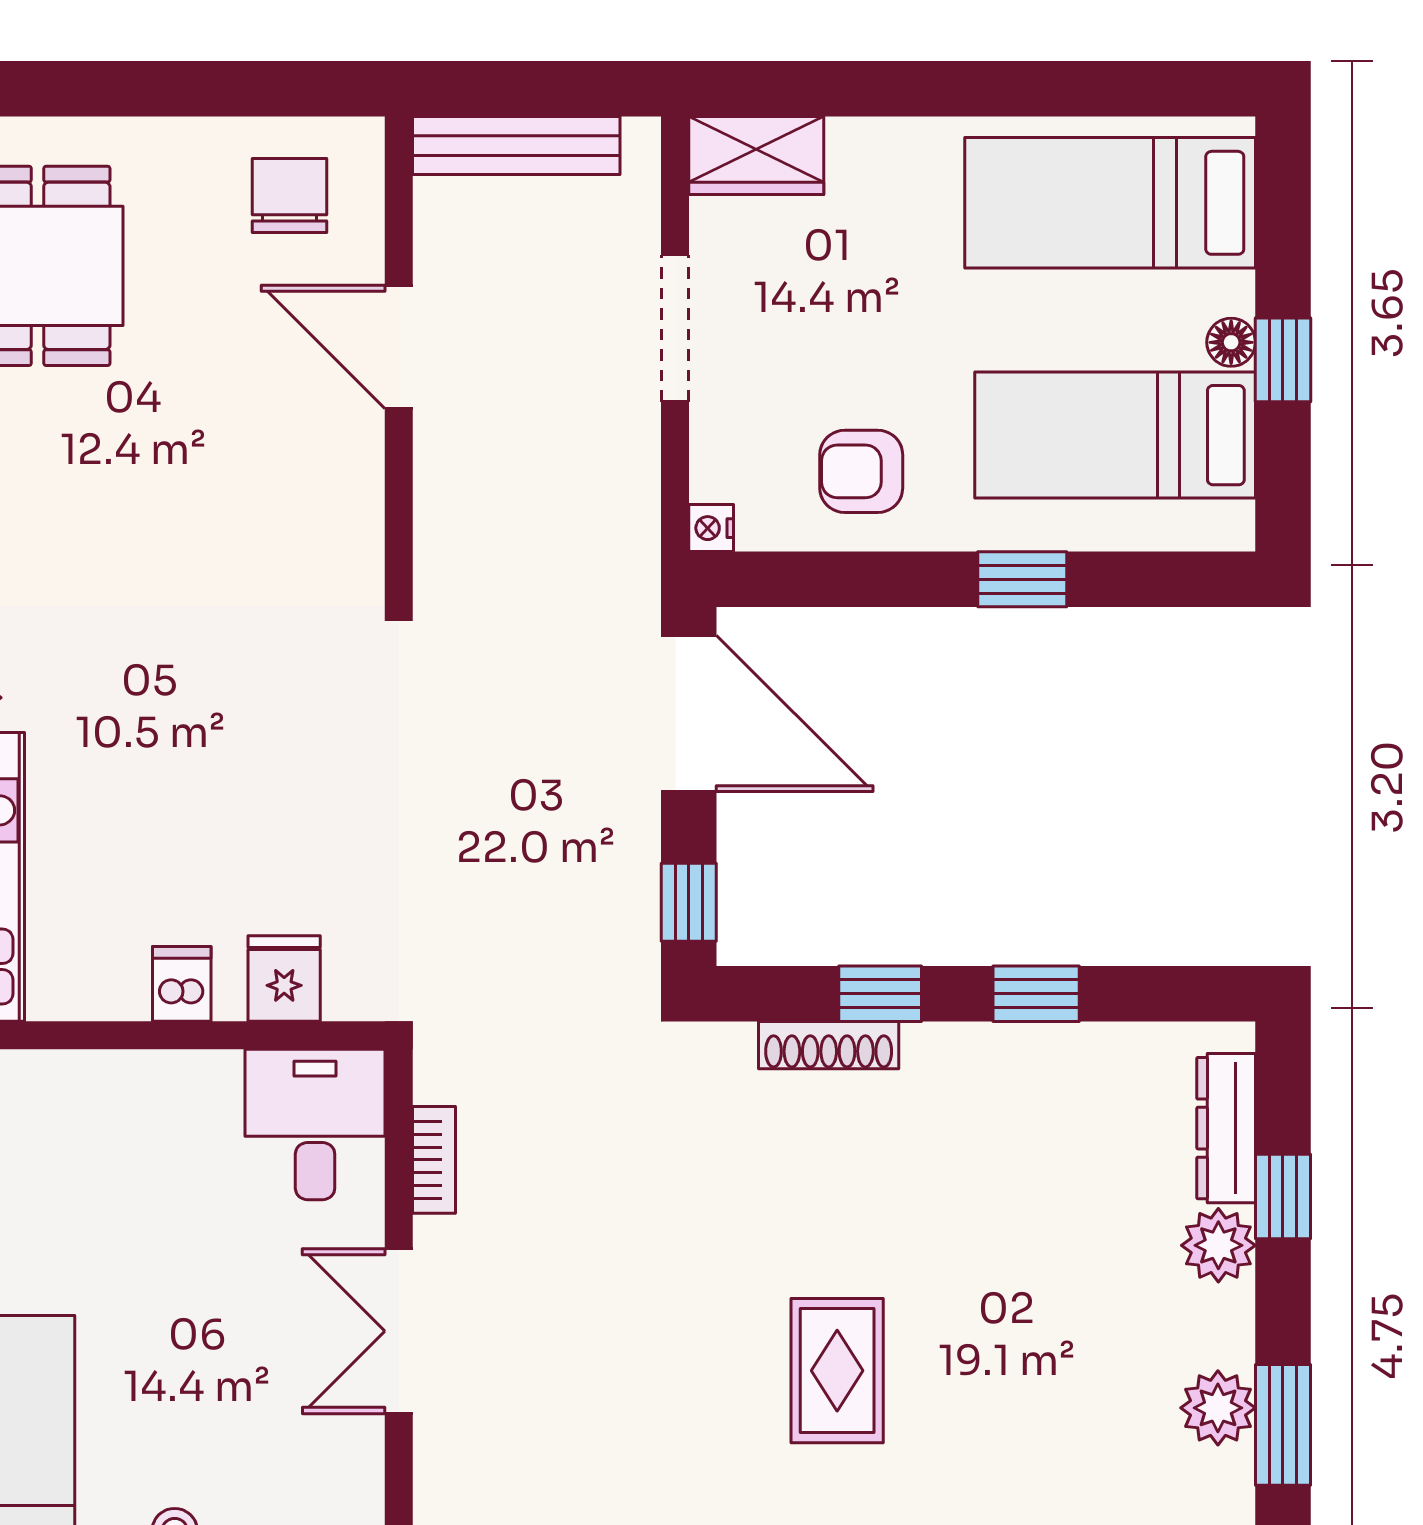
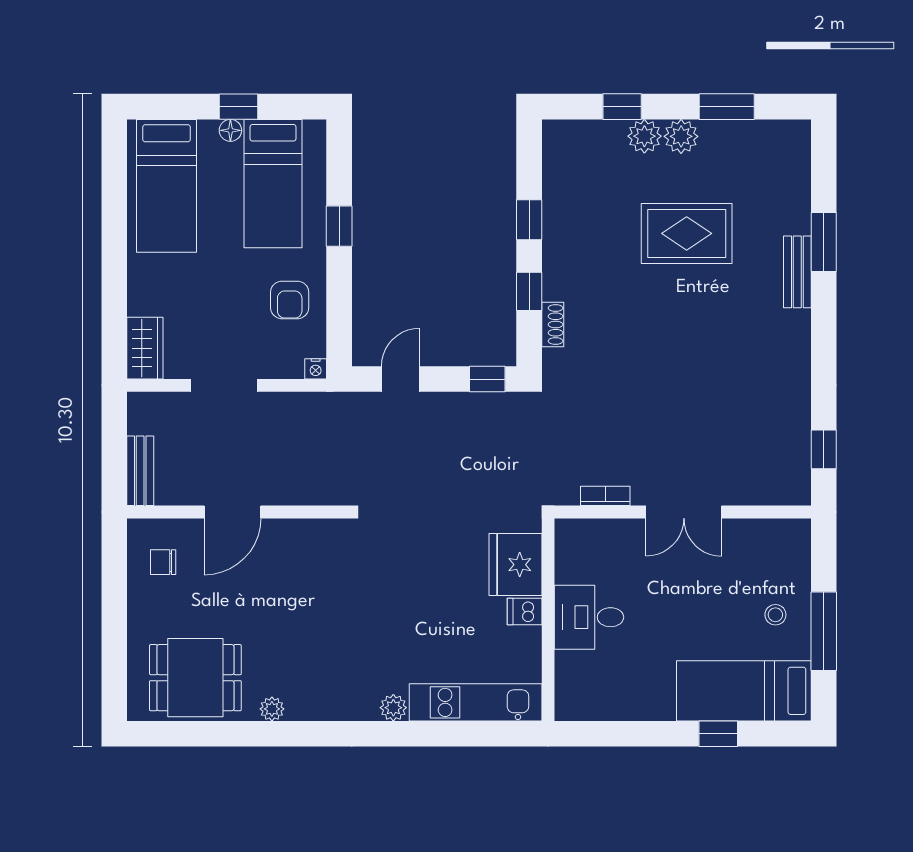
bench: (516, 146) -> (140, 471), width x0.73
chair: (289, 195) -> (163, 562), width x0.73, depth x0.73
door: (689, 714) -> (401, 379), width x0.53
fridge: (284, 979) -> (516, 565), width x1.88, depth x1.34
shoe rack: (829, 1045) -> (553, 325), width x0.70
desk: (315, 1124) -> (589, 617), moved
dresser: (1226, 1128) -> (591, 133), removed
rug: (837, 1371) -> (687, 233), moved, width x1.36, depth x1.43
plant: (1218, 1408) -> (681, 136), moved

